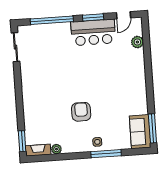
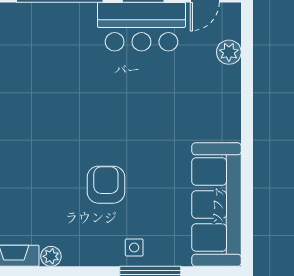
window: (152, 128) -> (247, 228), removed
sofa: (140, 132) -> (217, 205), width x1.85, depth x1.27

